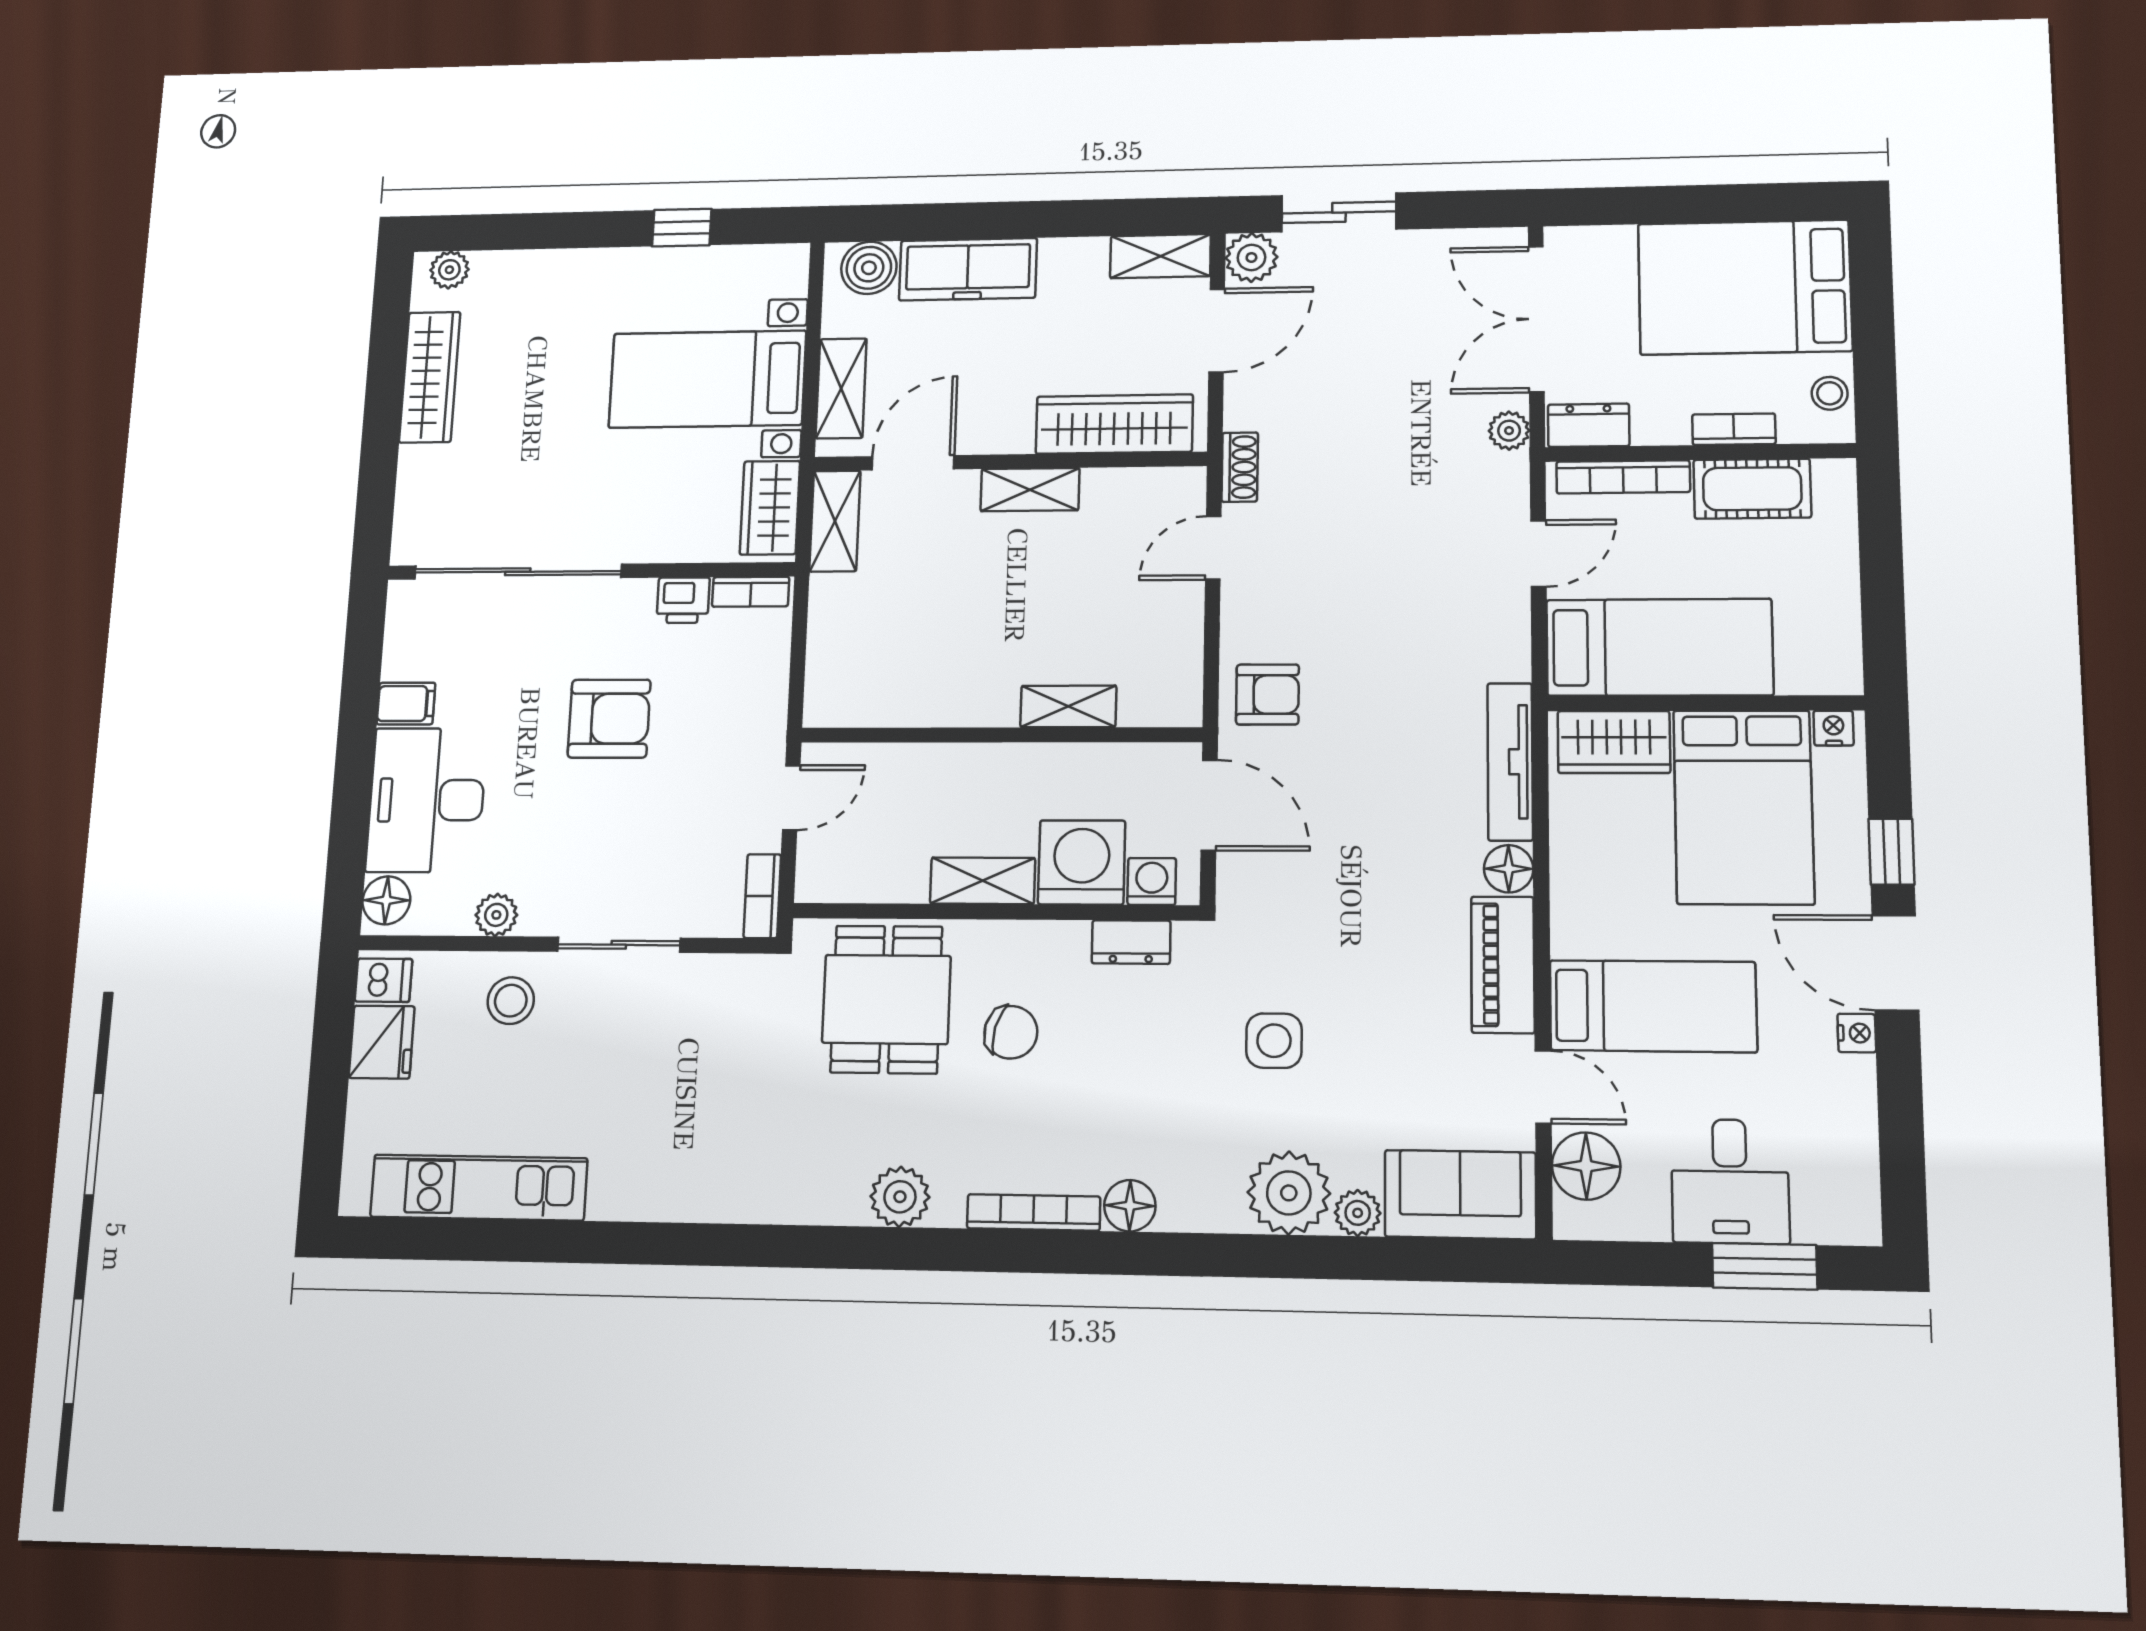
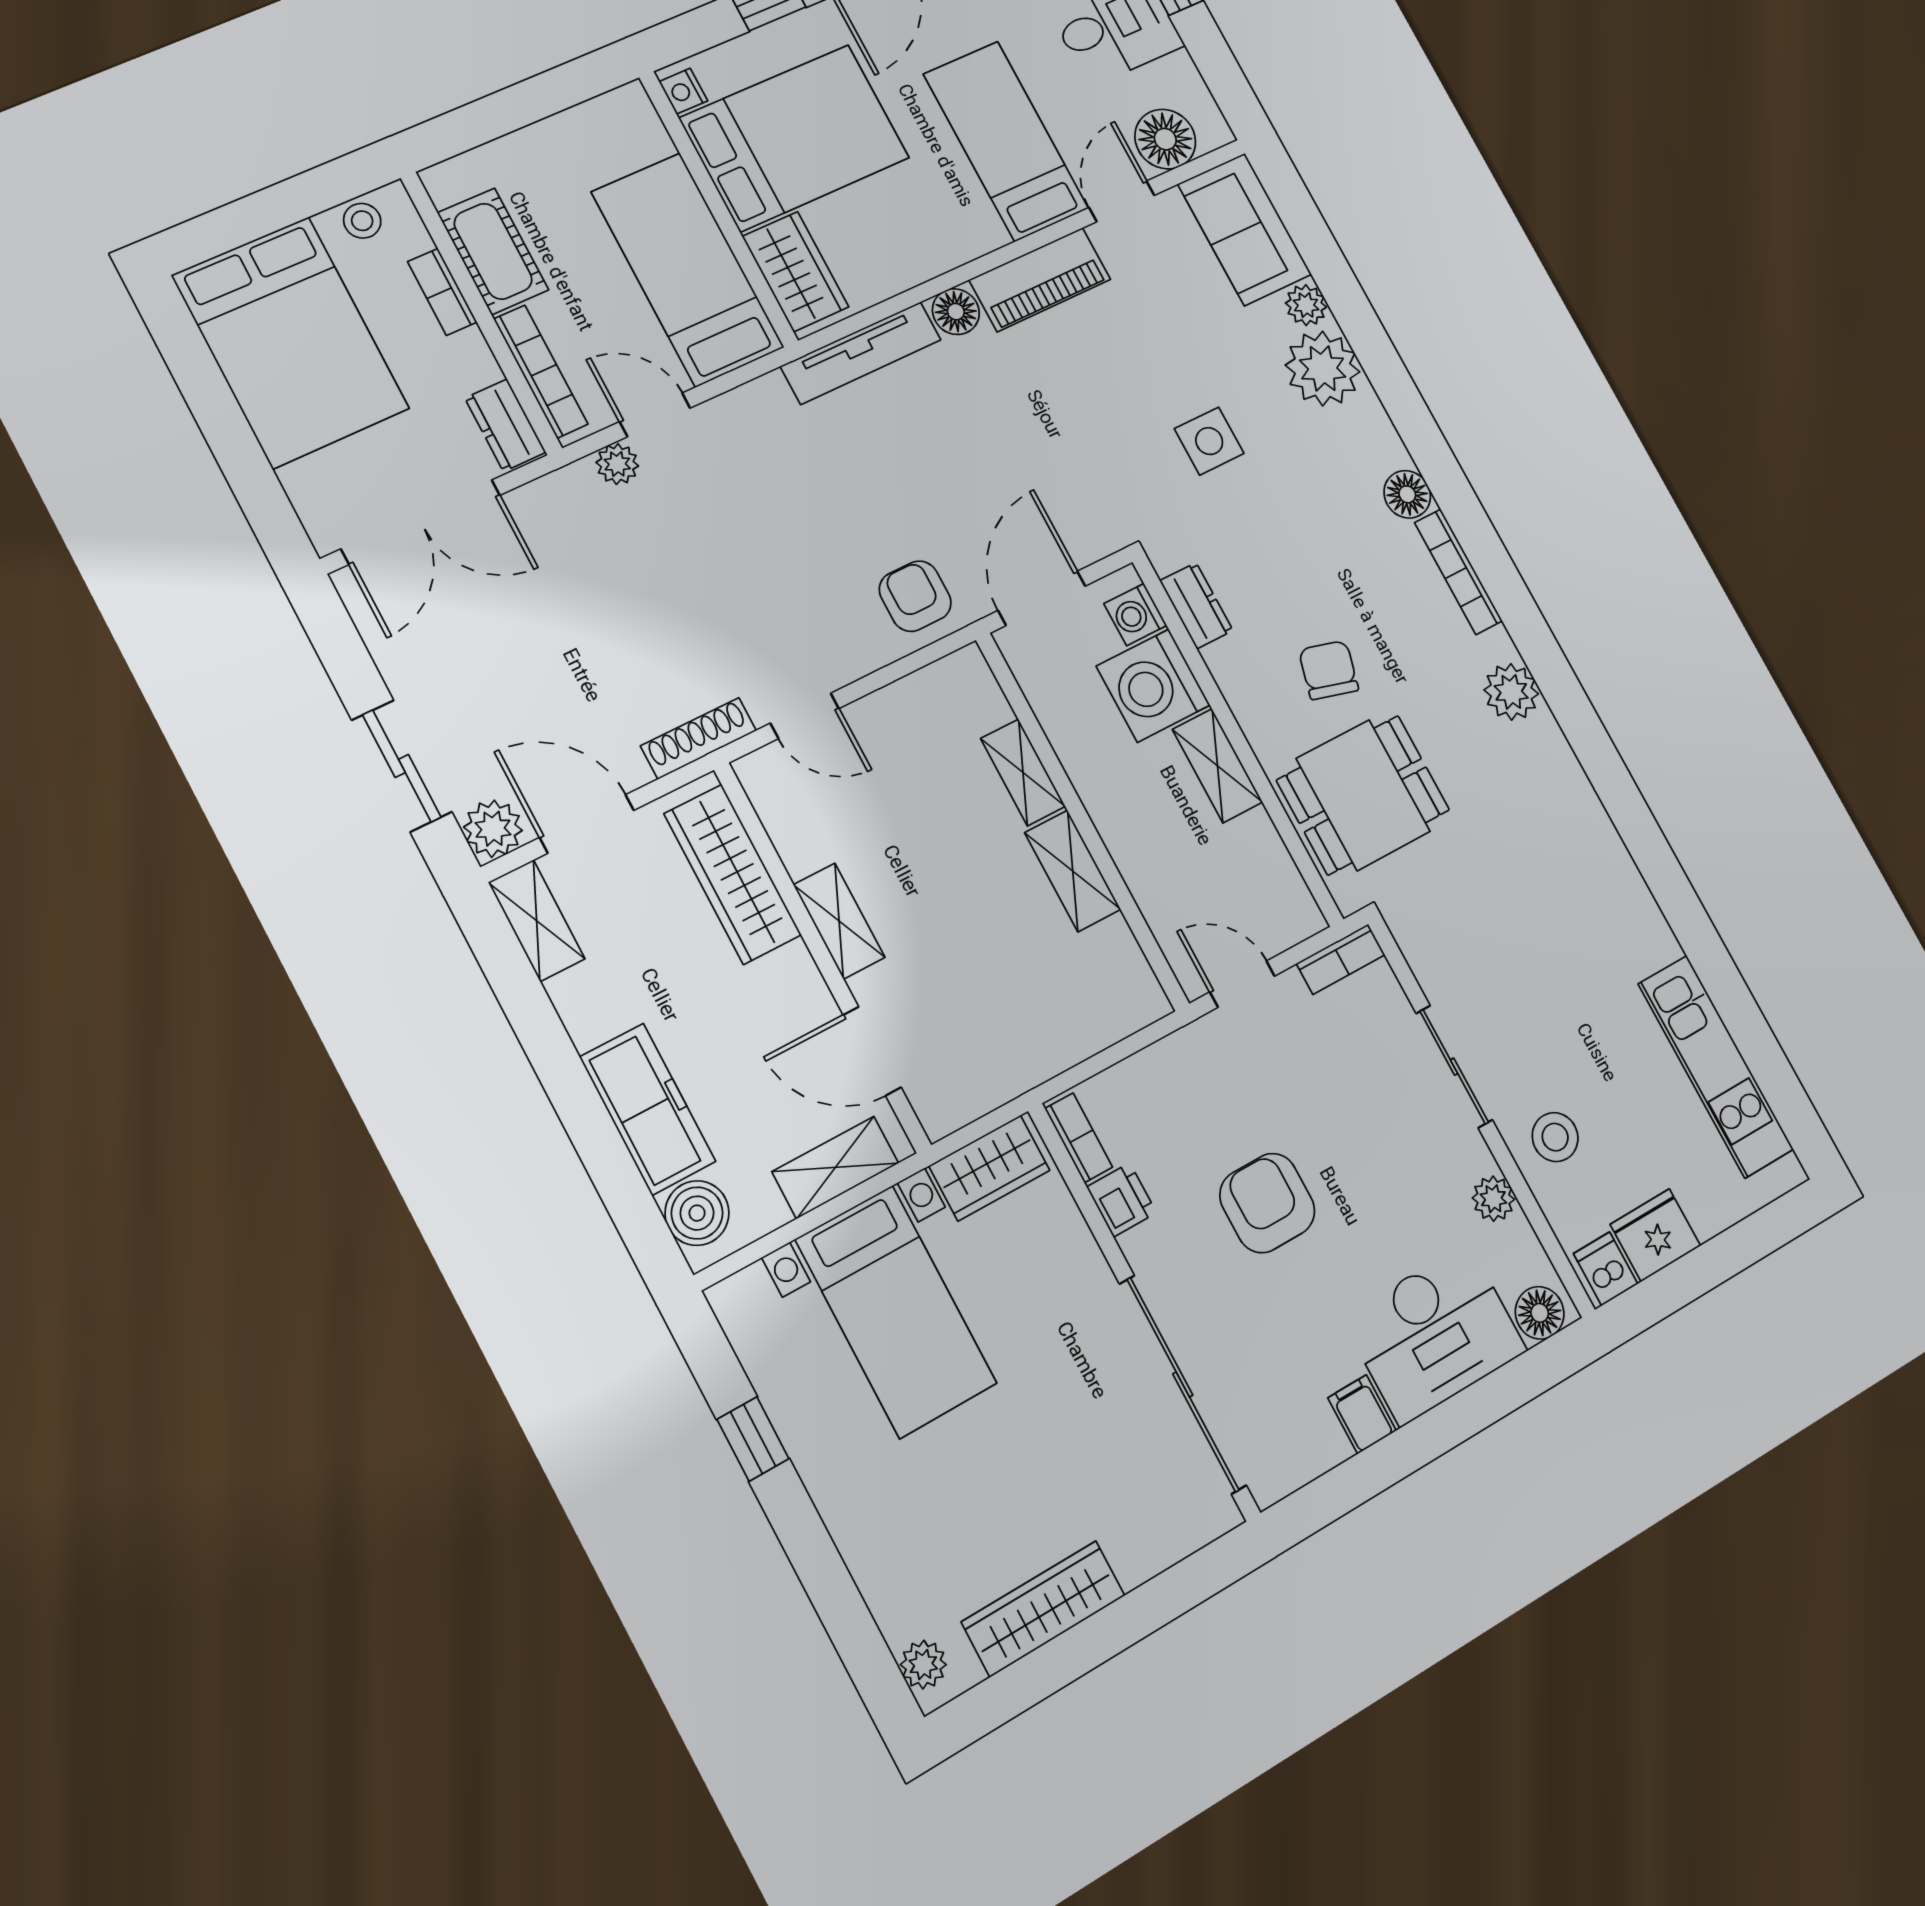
plant: (1509, 431) -> (617, 464), moved
shoe rack: (1240, 467) -> (699, 738), width x1.43
shelving: (835, 521) -> (1073, 871), moved, turned 90

